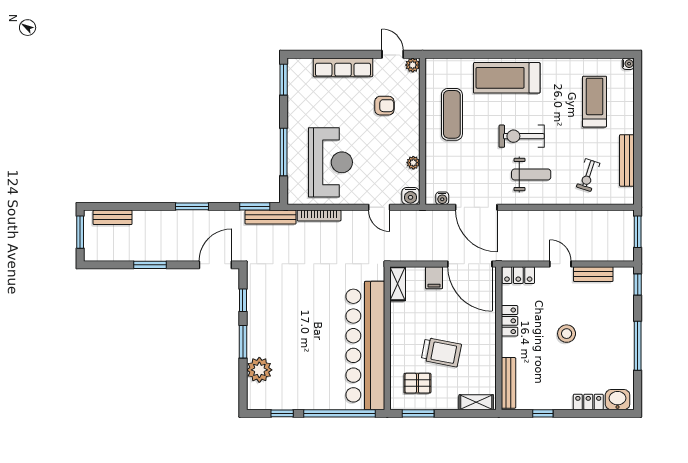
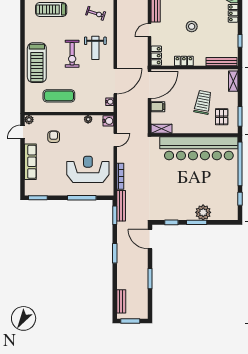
weight bench: (531, 175) -> (95, 48), turned 180
plant: (259, 370) -> (203, 212), moved

